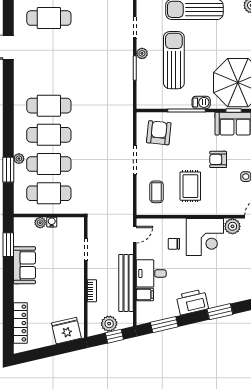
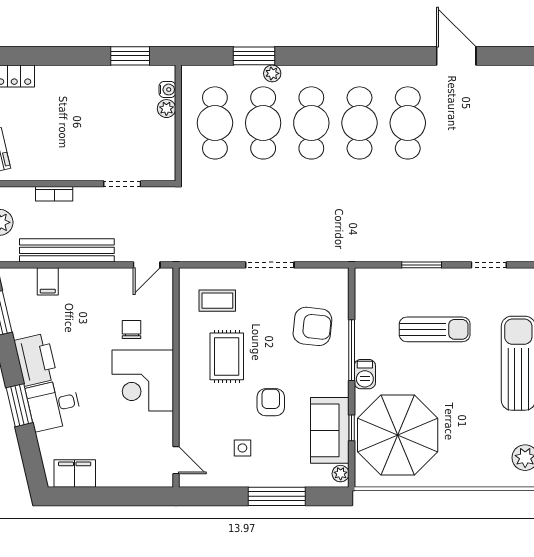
cafe table: (49, 18) -> (408, 123), moved
plant: (142, 53) -> (446, 277), removed
sun lounger: (174, 60) -> (435, 329), width x0.73, depth x0.75
armchair: (159, 133) -> (312, 326), moved
rug: (190, 186) -> (227, 356), turned 90
water cooler: (52, 222) -> (167, 90), moved
plant: (232, 226) -> (160, 426), removed
door: (135, 235) -> (147, 265), hinge flipped
sofa: (24, 265) -> (96, 83), removed
desk: (151, 273) -> (54, 405), moved, turned -103

